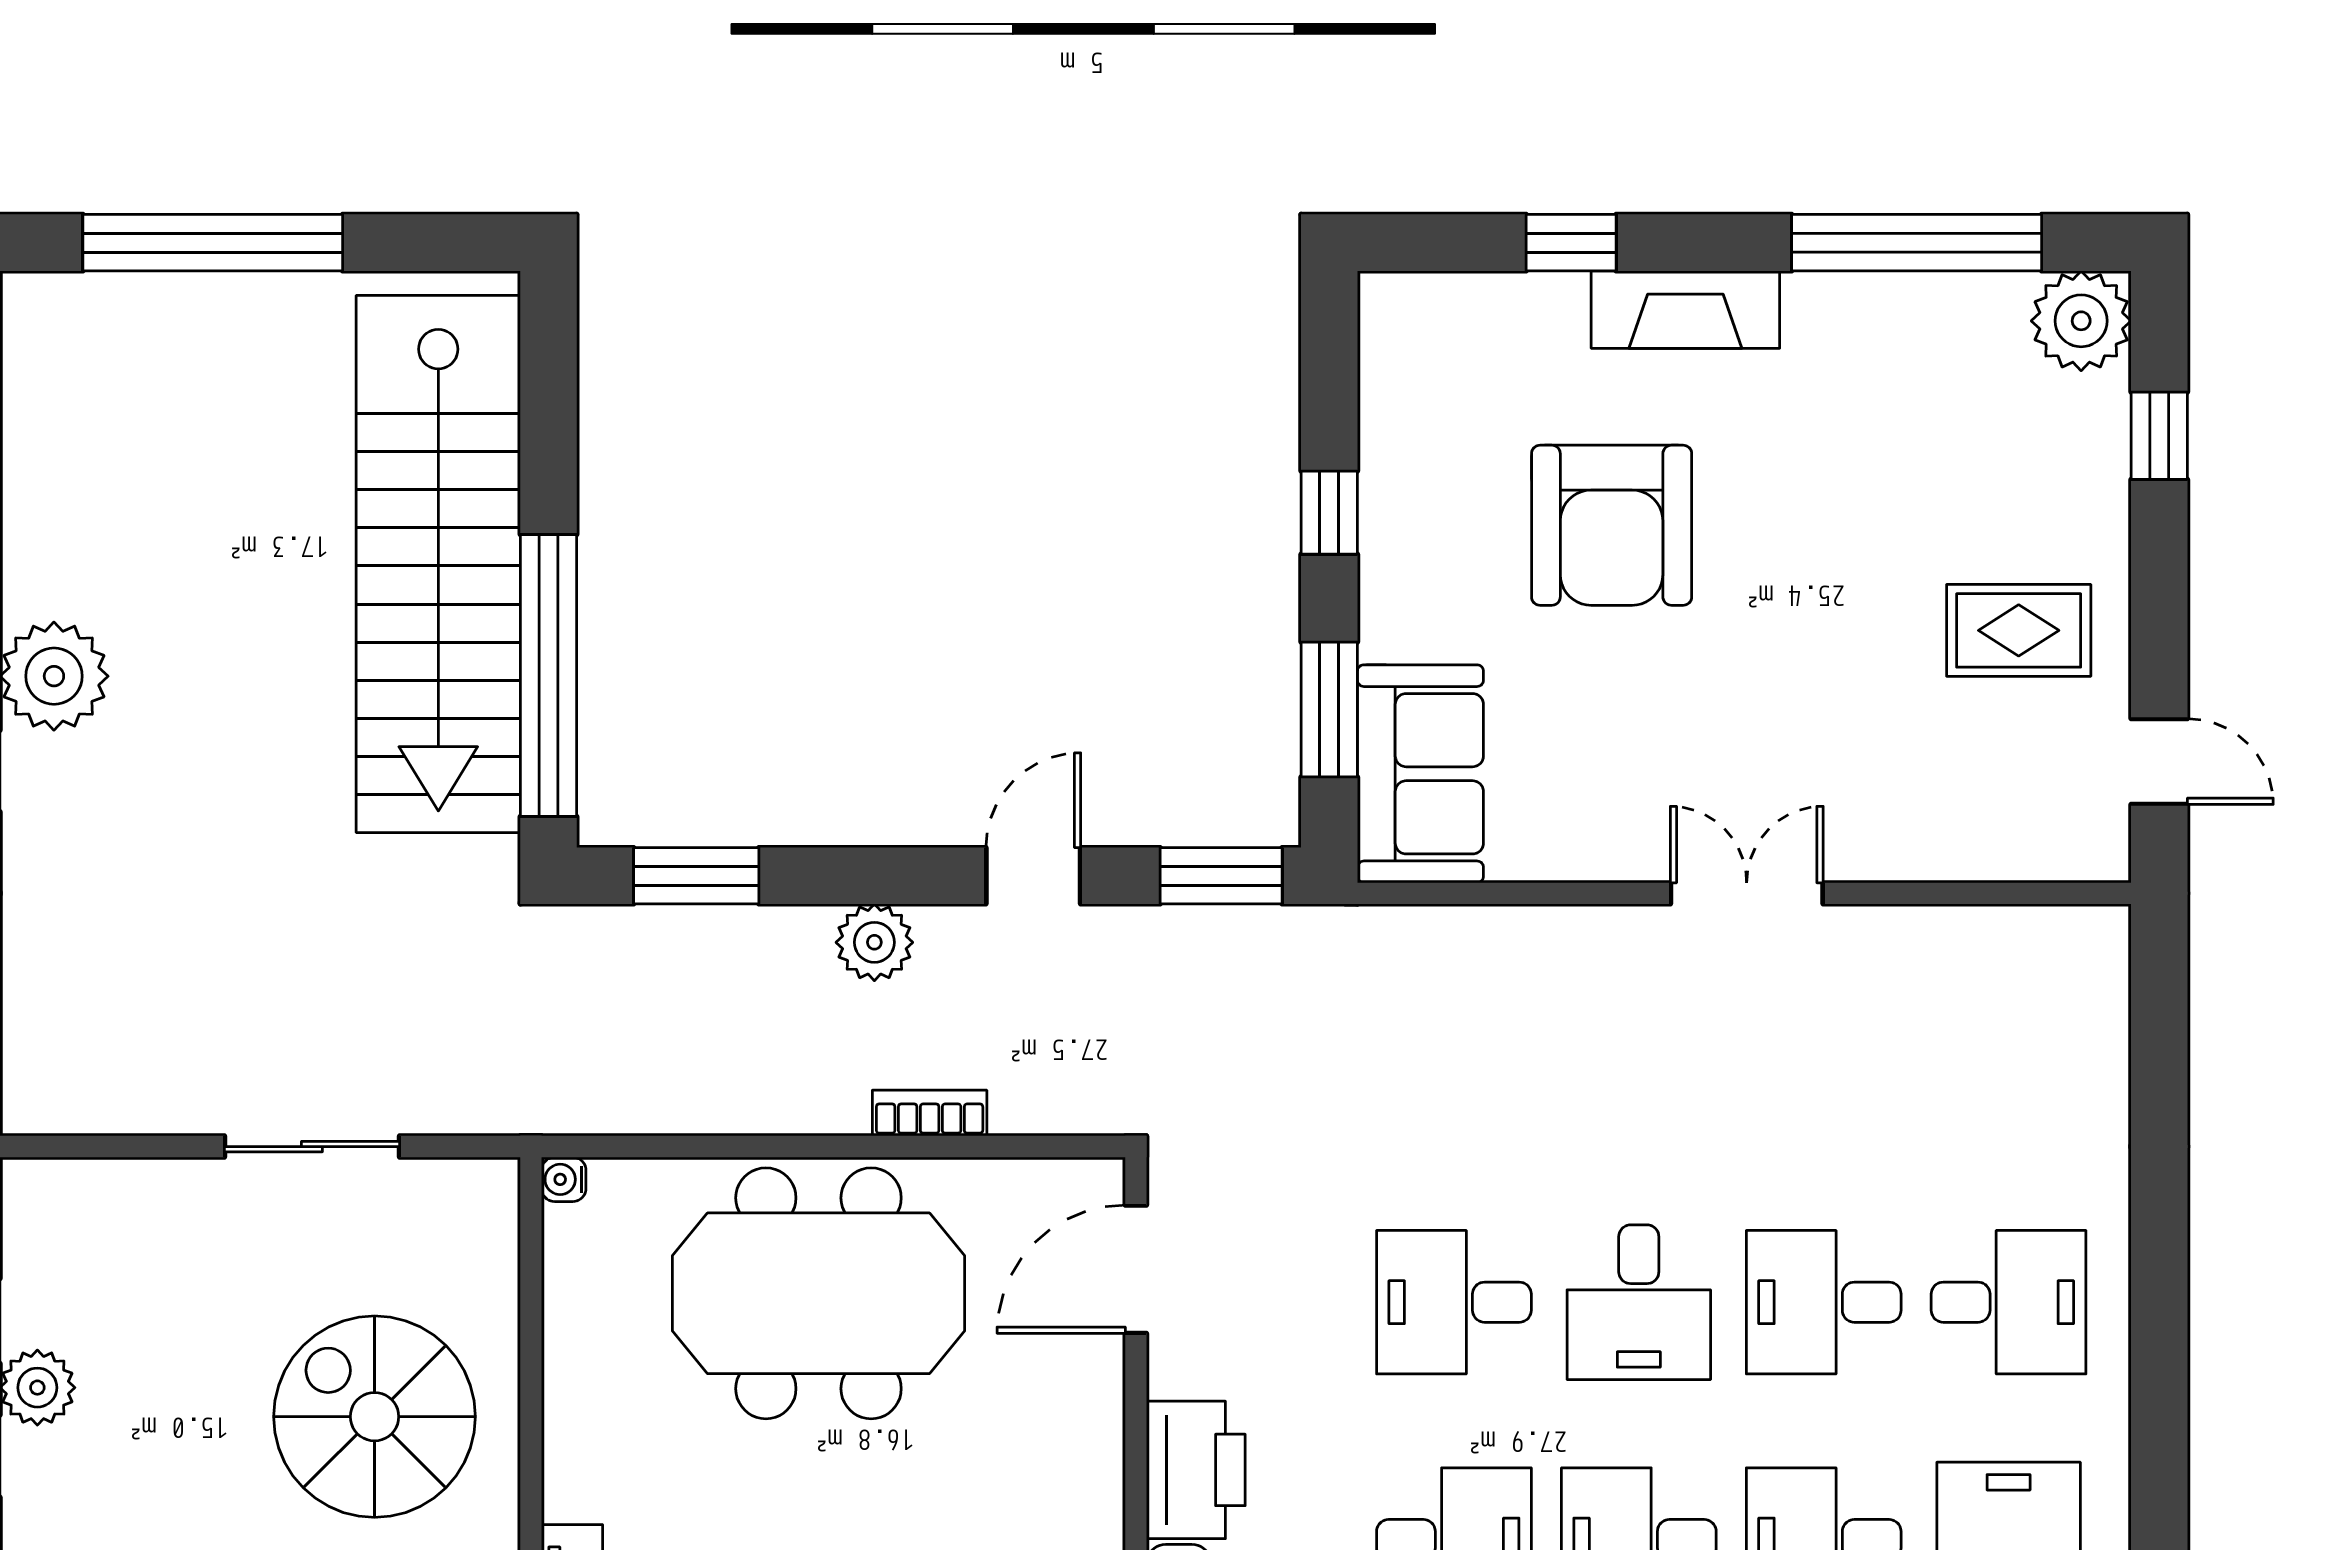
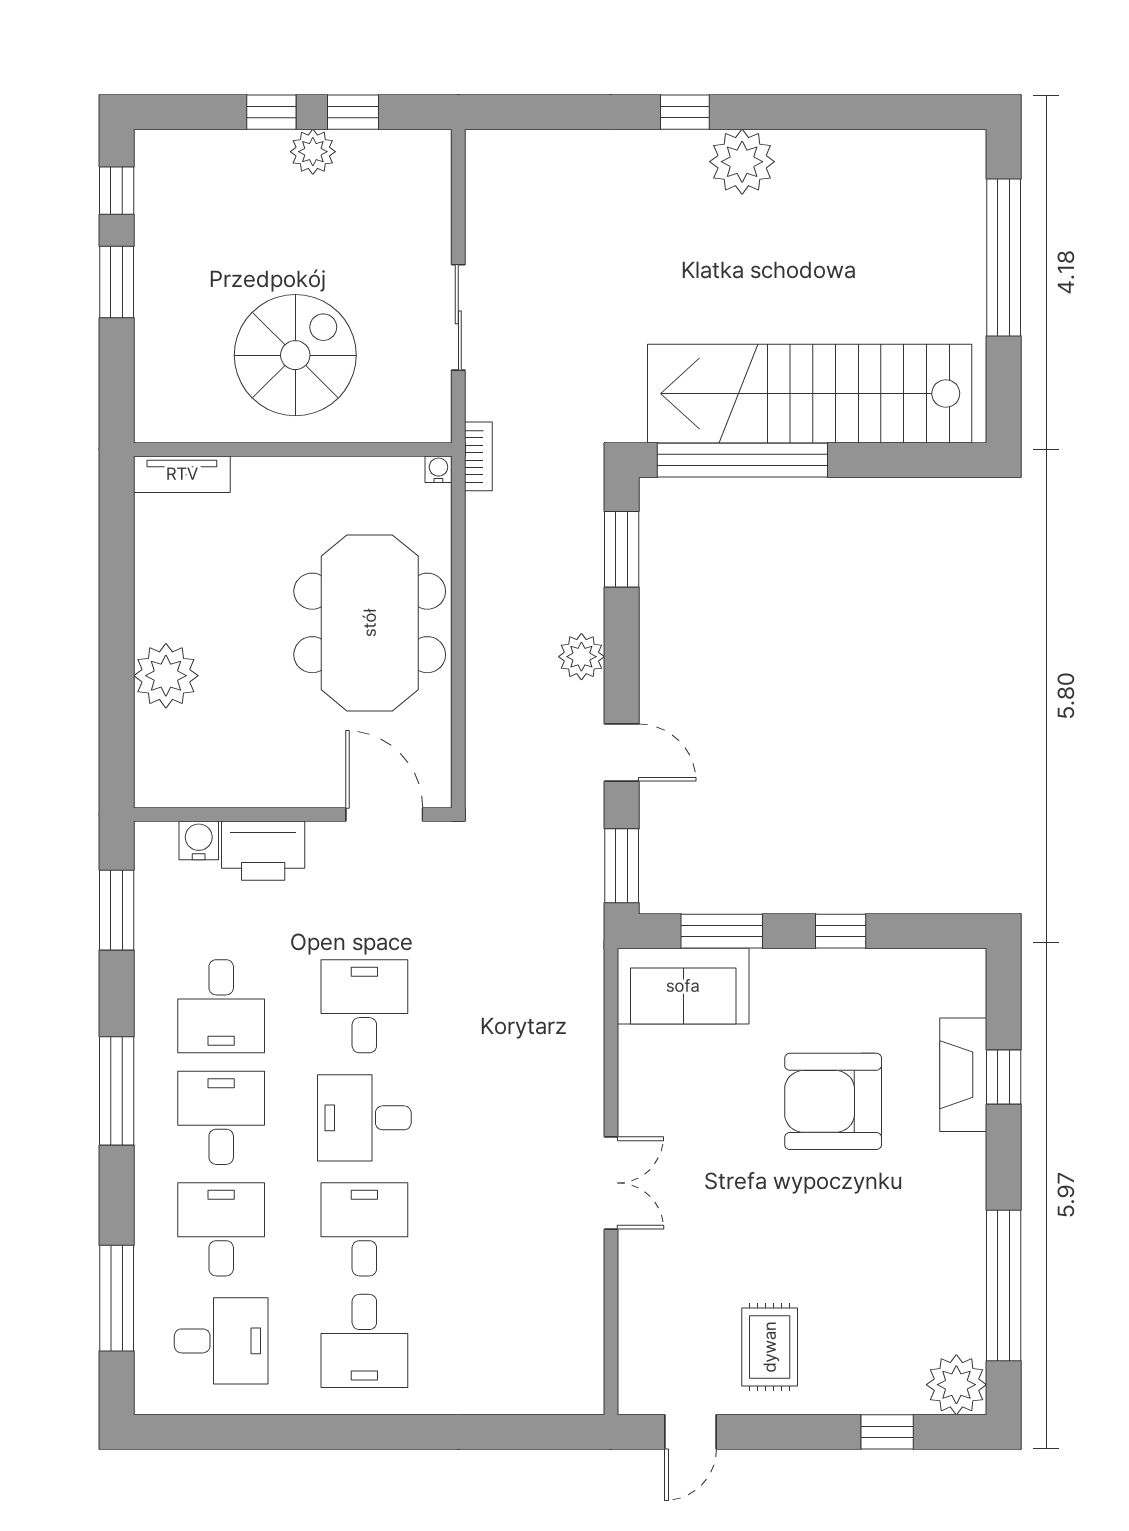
fireplace: (1685, 310) -> (963, 1075), moved
bookcase: (930, 1113) -> (478, 456), moved

